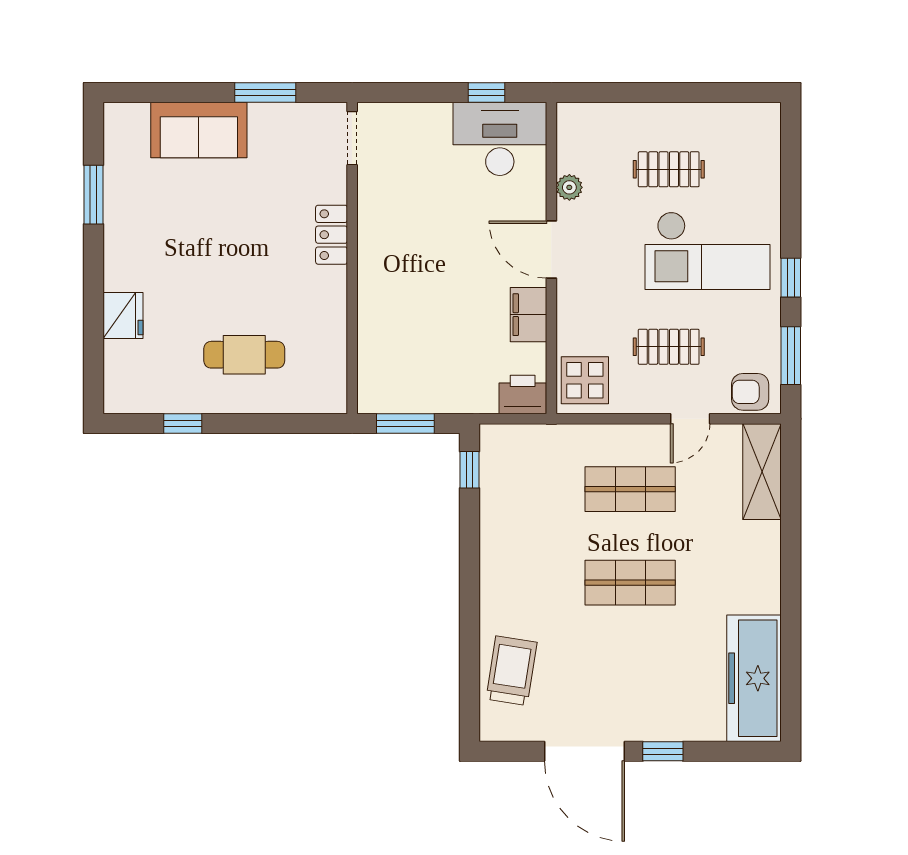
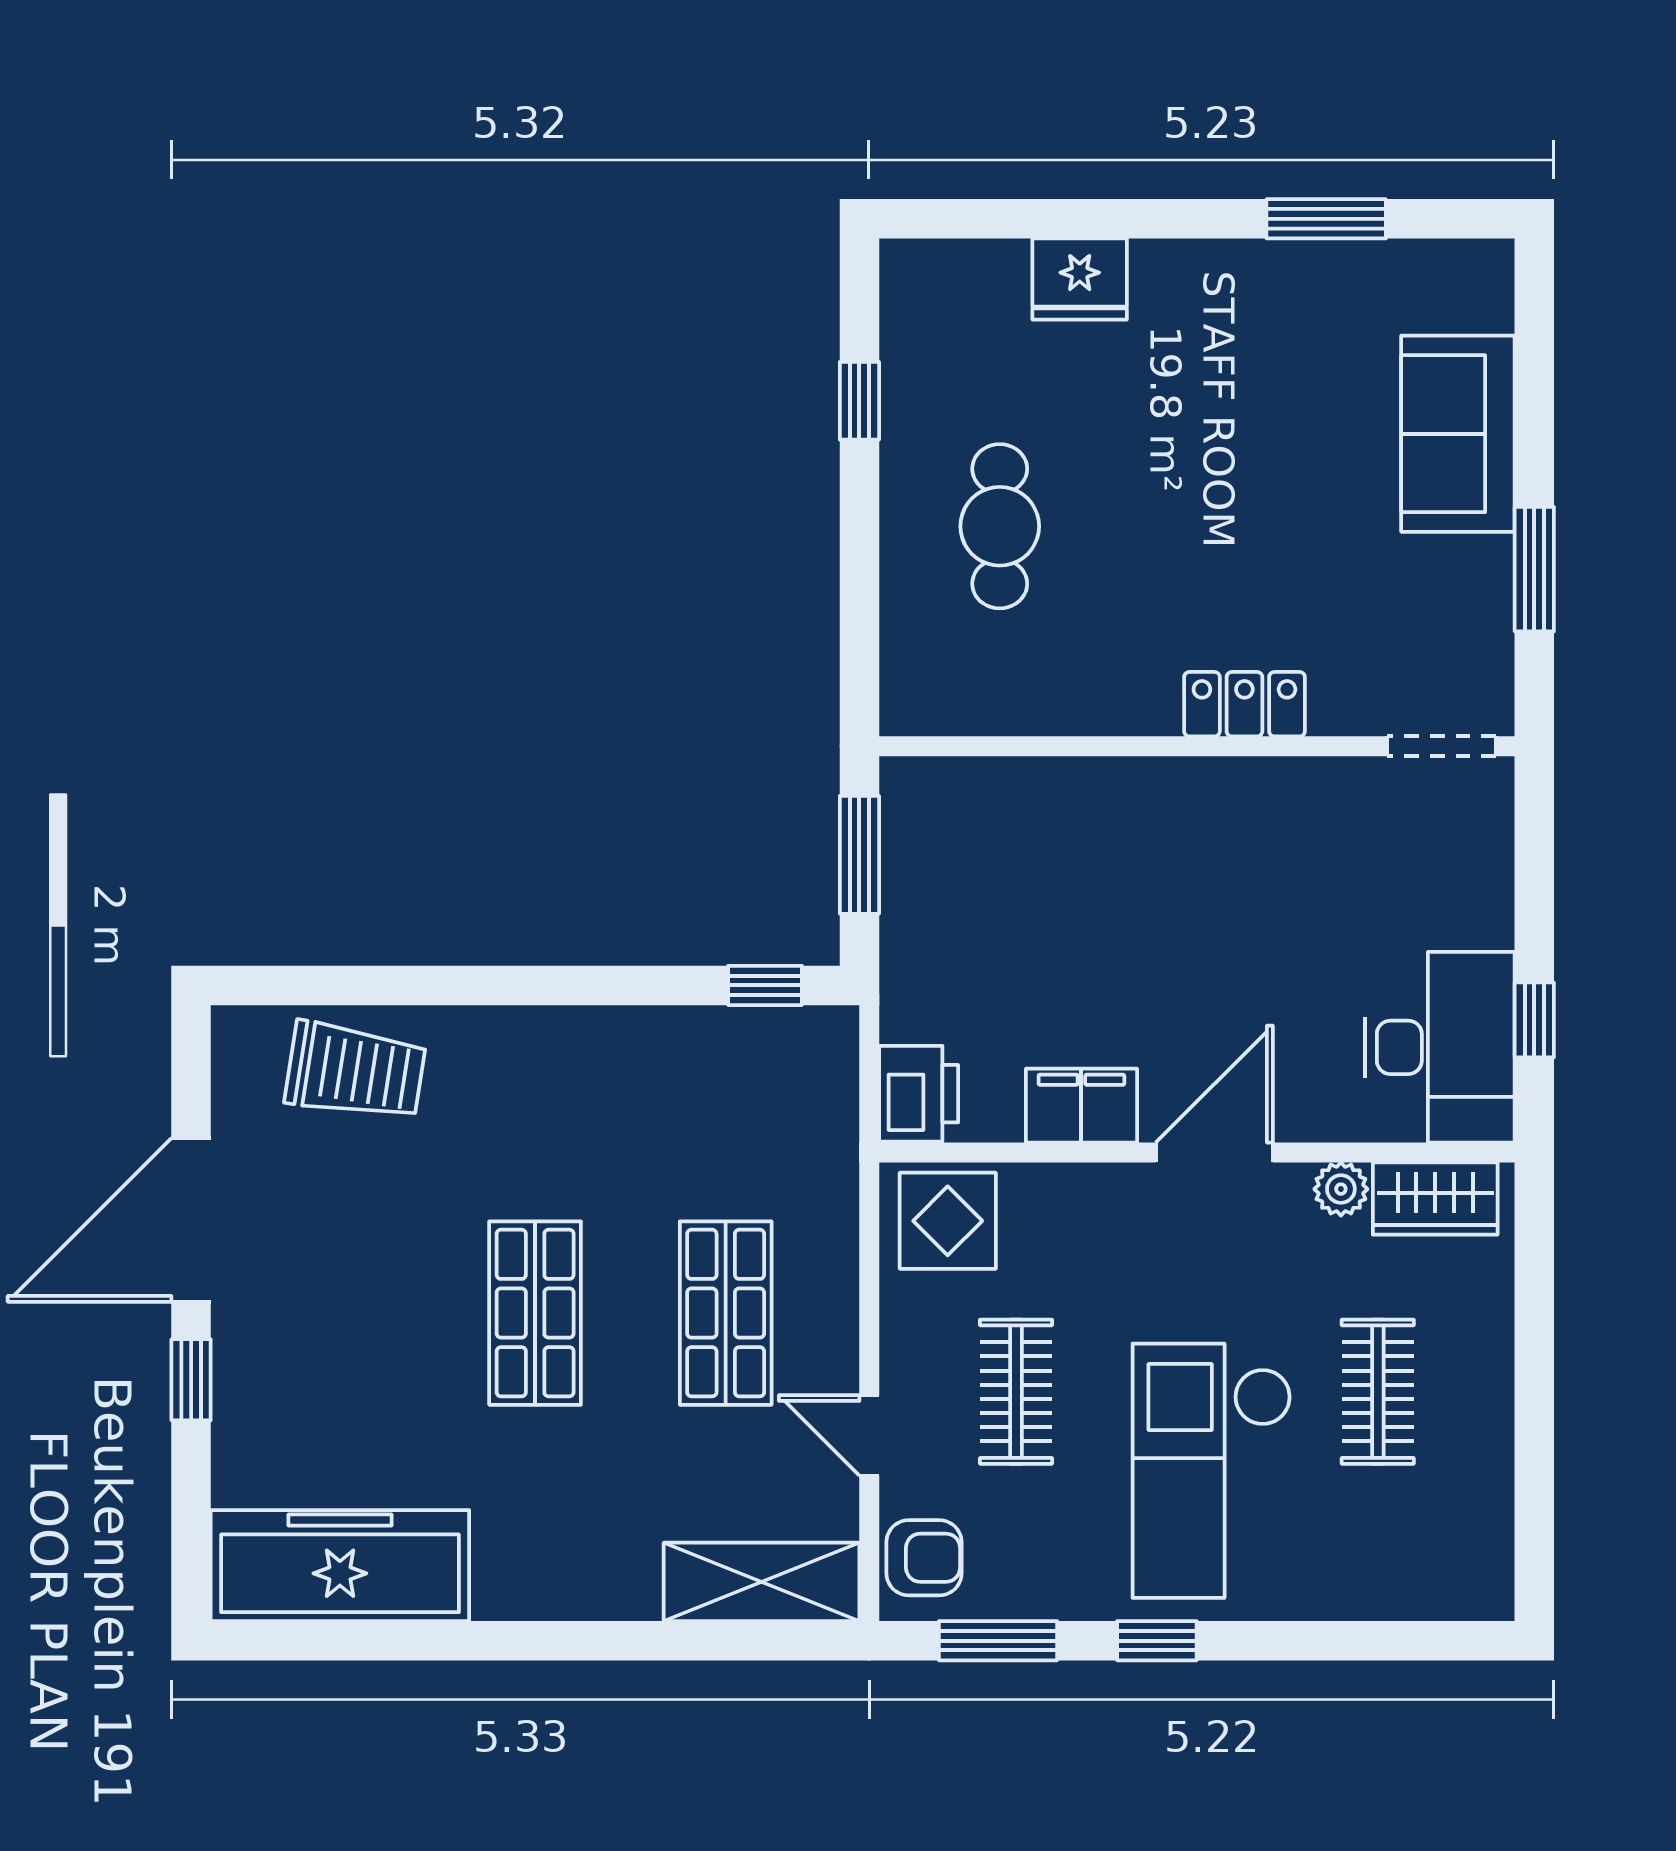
wardrobe: (574, 141) -> (1435, 1199), added
armchair: (750, 392) -> (924, 1558), turned 90

